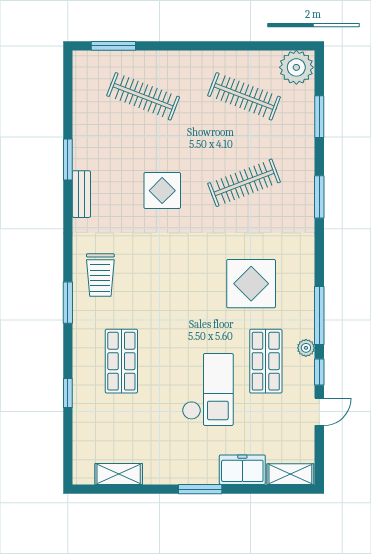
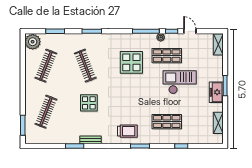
freezer: (242, 470) -> (216, 92), moved

